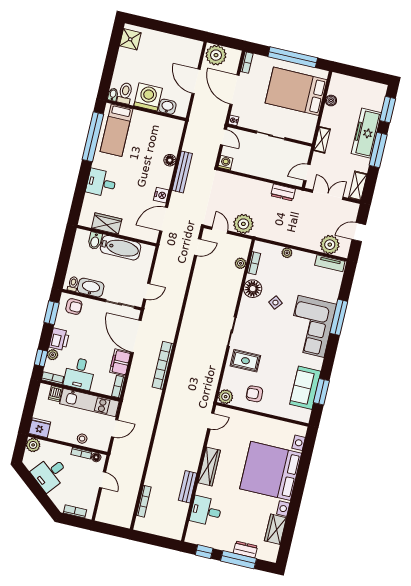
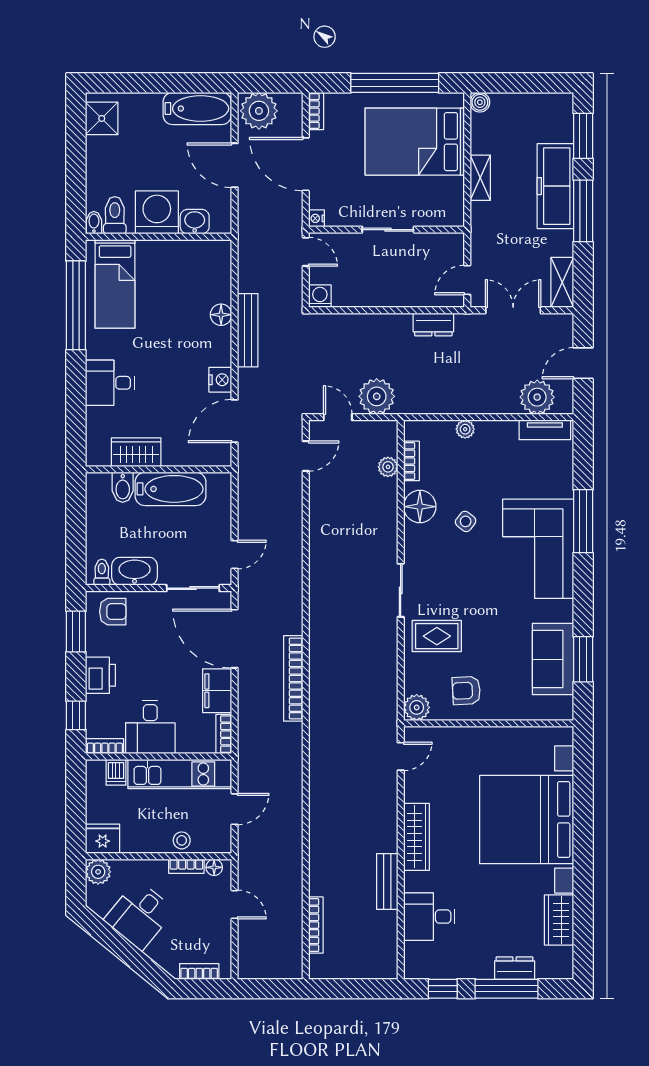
bathtub: (183, 46) -> (197, 109), added
boiler: (331, 101) -> (480, 102), moved
shelving: (322, 140) -> (480, 178), moved
plant: (53, 355) -> (95, 705), removed

